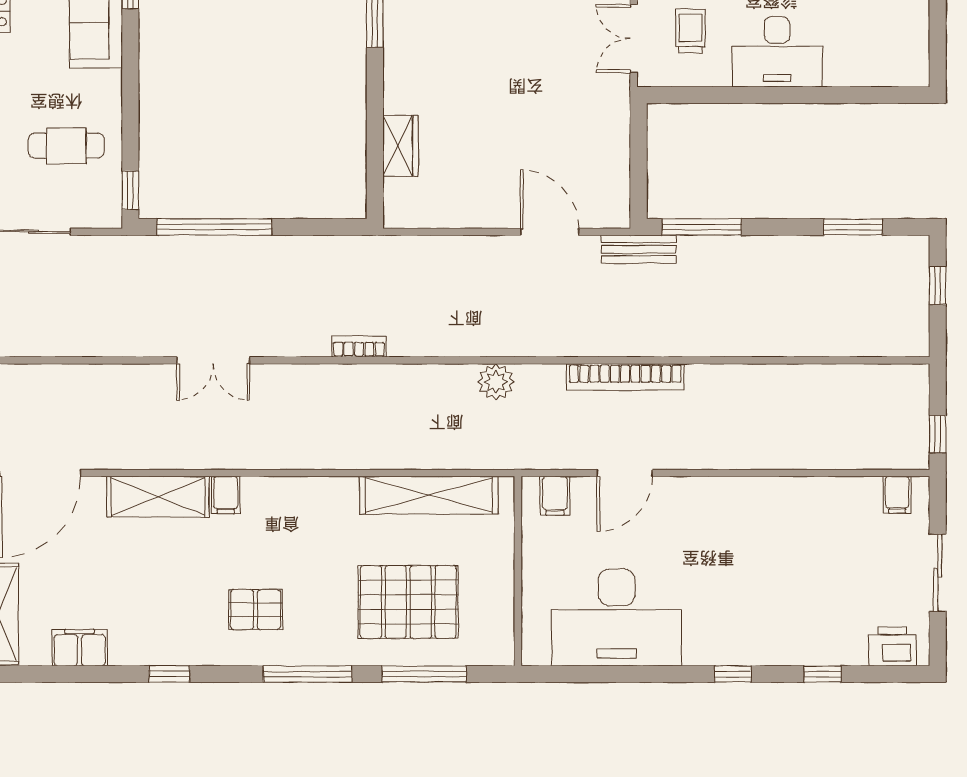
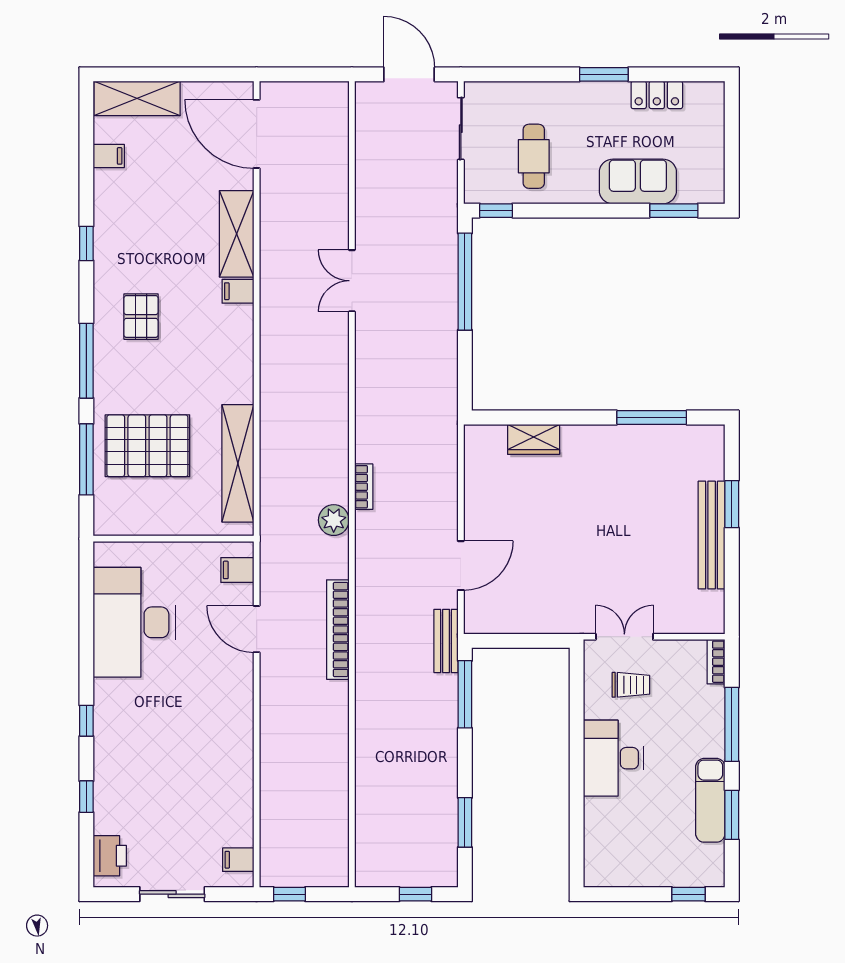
bookcase: (359, 346) -> (364, 487), moved
pallet: (408, 602) -> (147, 446), turned 90
filing cabinet: (80, 648) -> (109, 156), width x0.50

